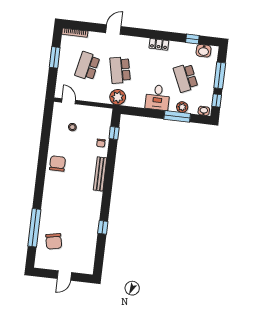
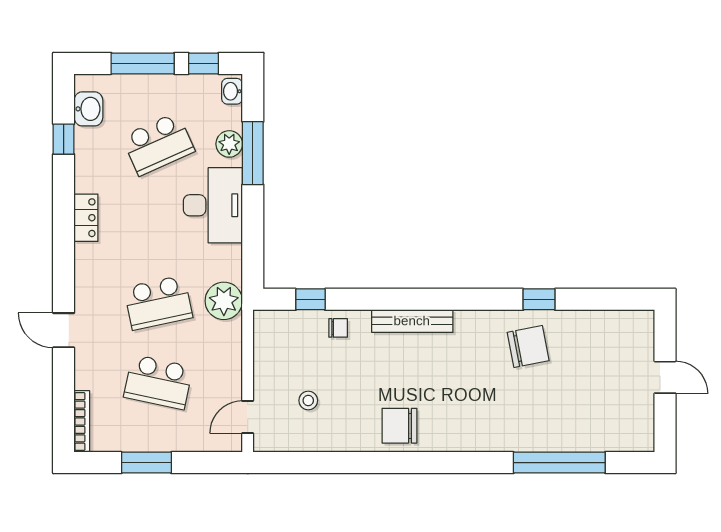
desk: (158, 97) -> (213, 205), width x1.37
chair: (54, 241) -> (528, 347), moved

